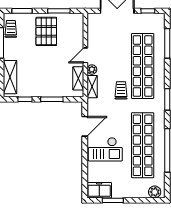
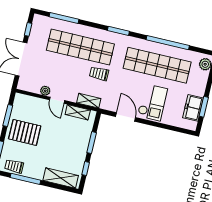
plant: (92, 70) -> (45, 91), moved
freezer: (99, 190) -> (193, 108), moved

